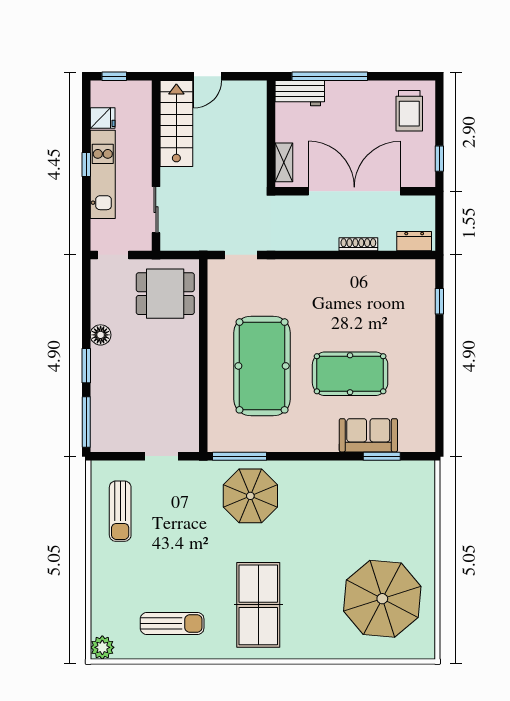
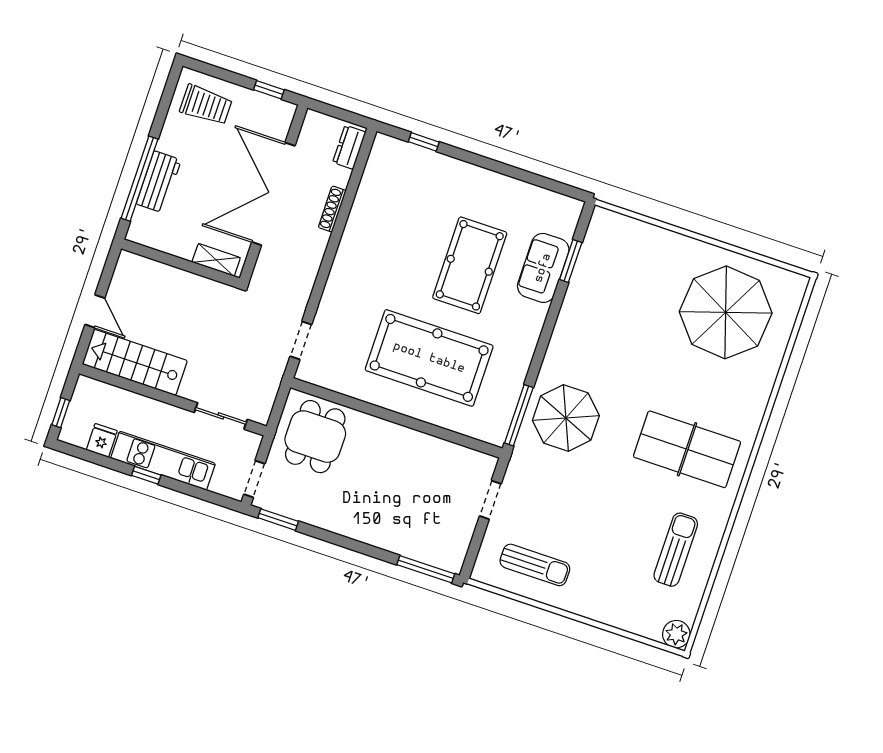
workbench: (300, 93) -> (159, 182), moved
floor lamp: (101, 335) -> (336, 522), removed
window: (86, 366) -> (278, 520), moved

